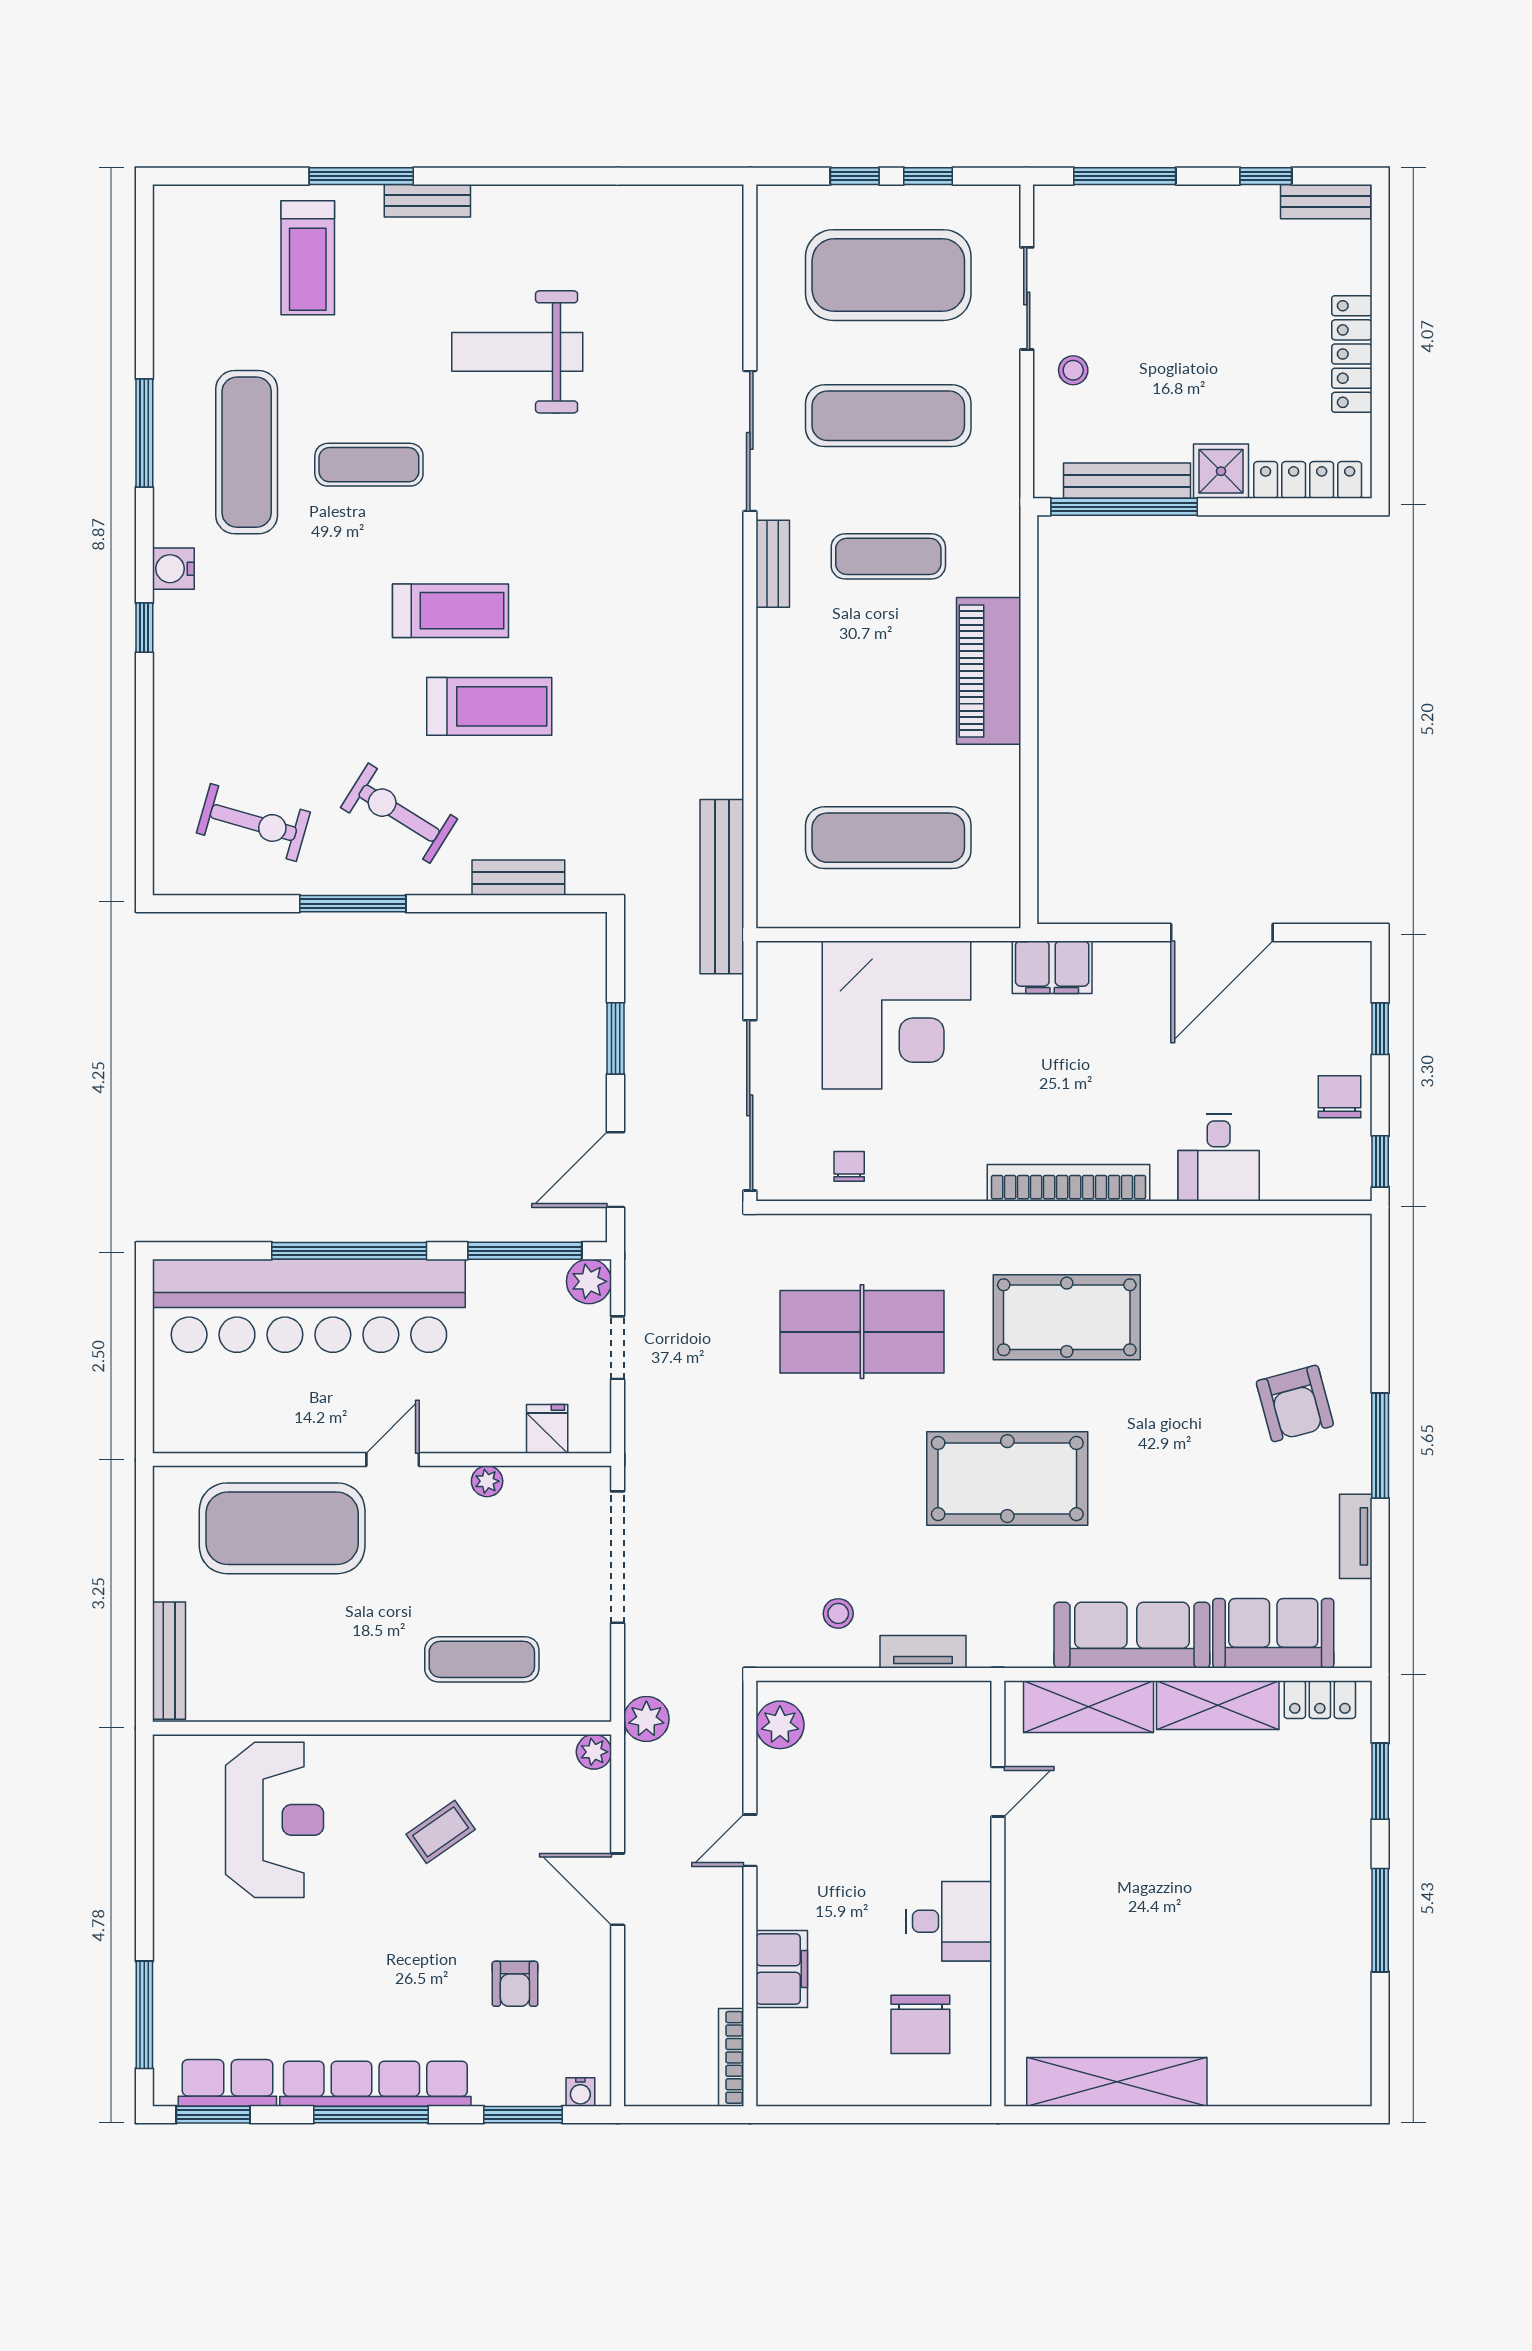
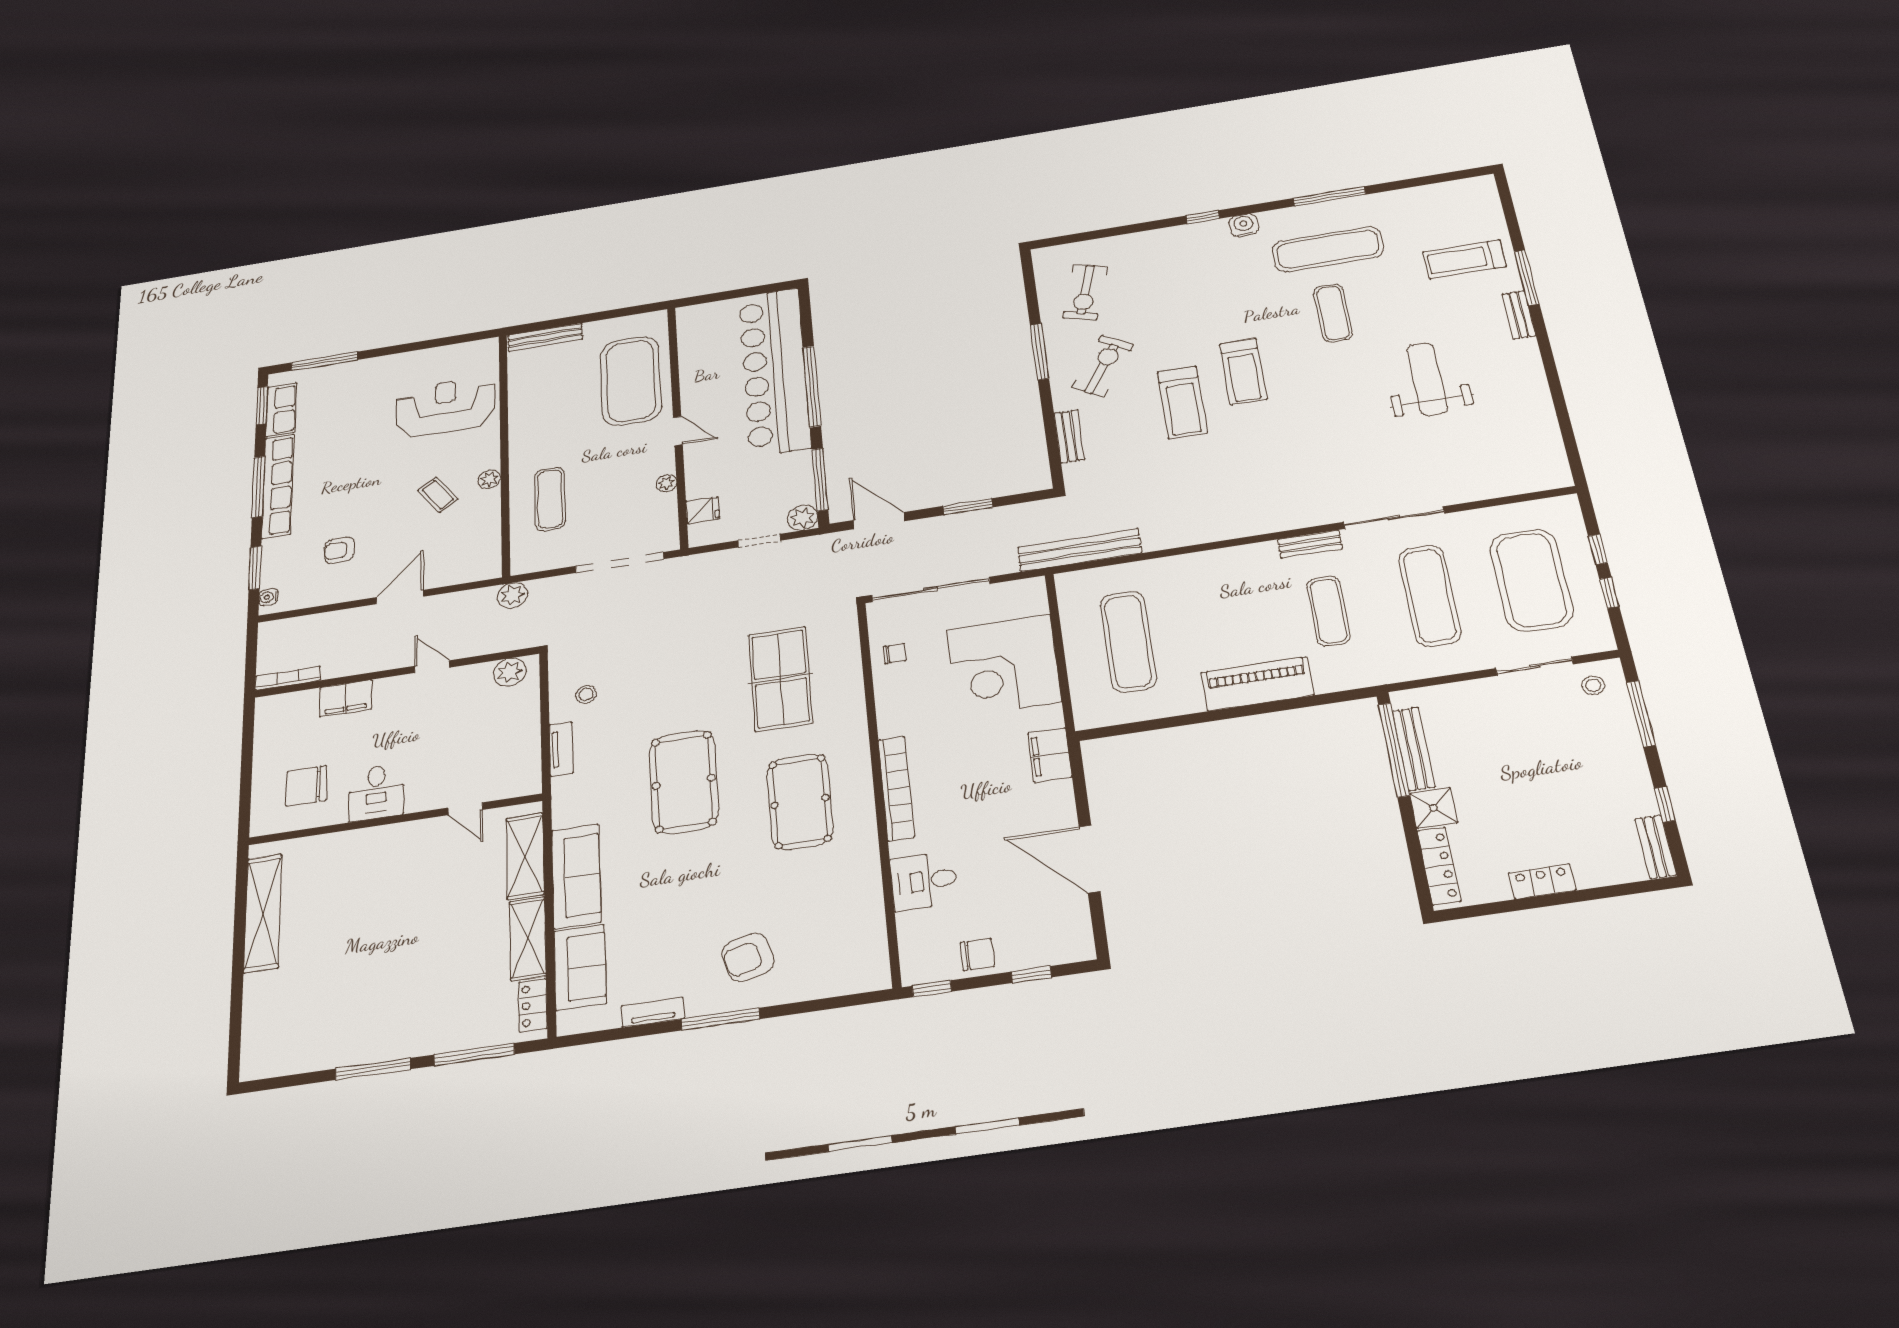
locker: (1352, 354) -> (1542, 881), width x0.66
stool: (1073, 370) -> (1593, 685), moved
plant: (594, 1752) -> (489, 479), moved
window: (1380, 1781) -> (474, 1054), width x1.44
reception desk: (275, 1820) -> (446, 407), turned 180

